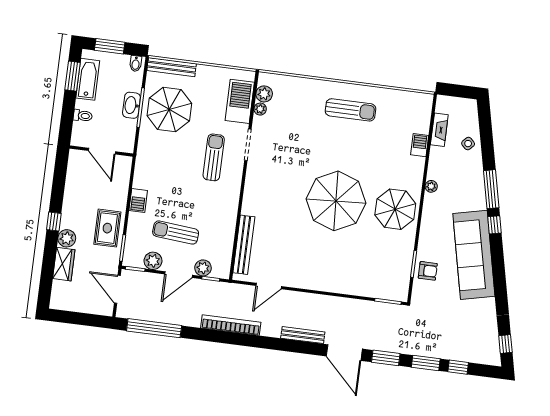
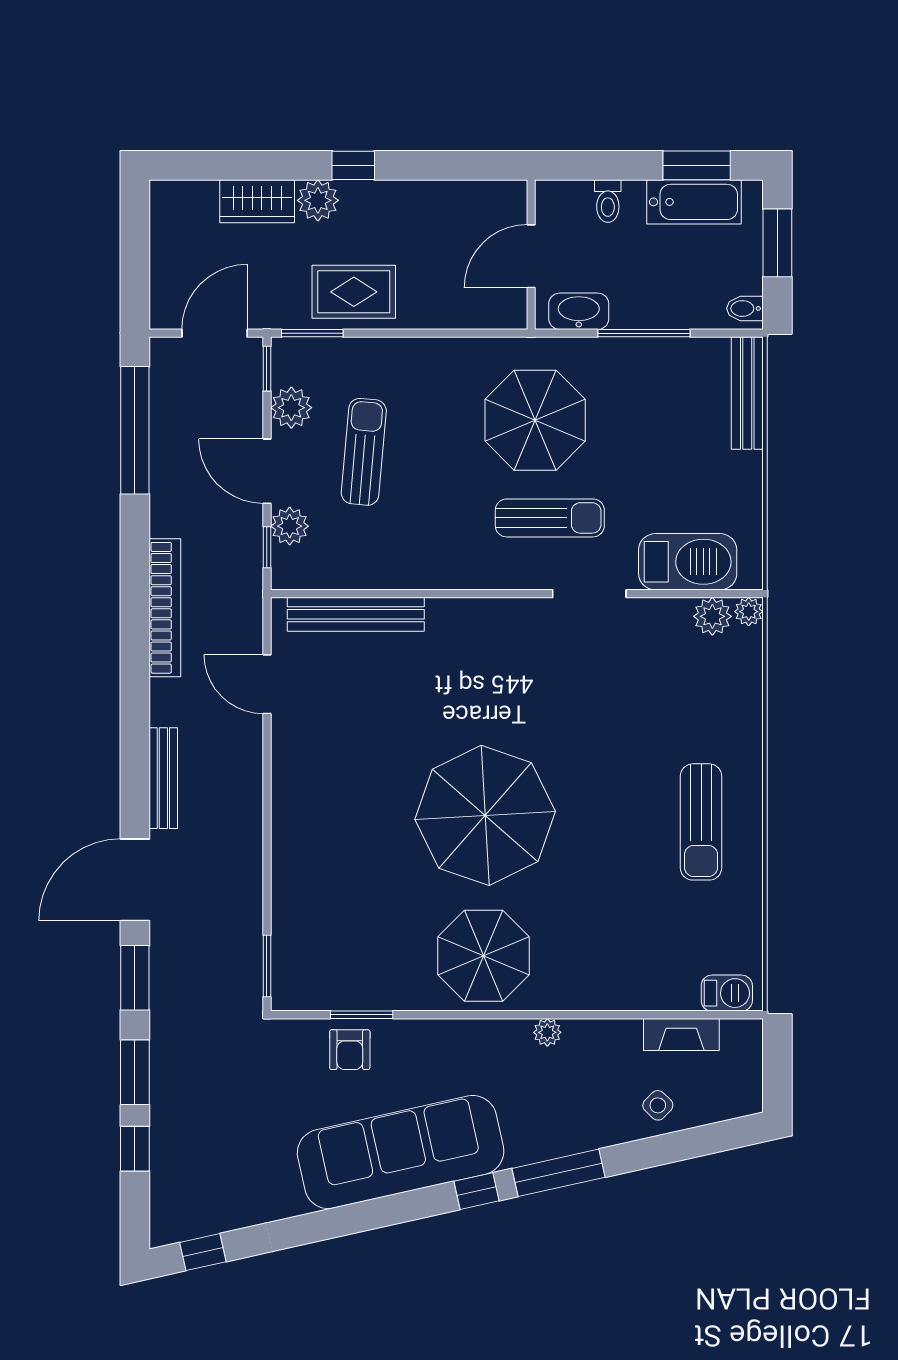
washbasin: (131, 105) -> (579, 311), moved
plant: (260, 109) -> (749, 612), moved
parasol: (169, 110) -> (535, 420), moved
barbecue: (420, 145) -> (727, 993), moved
barbecue: (138, 201) -> (427, 355), removed

